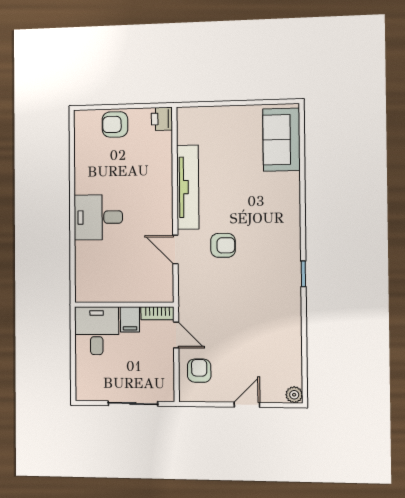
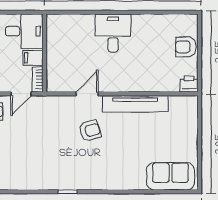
armchair: (115, 124) -> (186, 47), turned -90
armchair: (223, 245) -> (90, 131), turned -107

